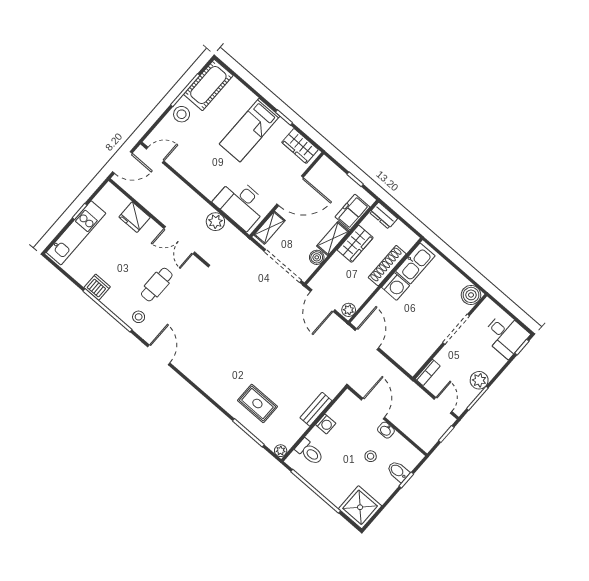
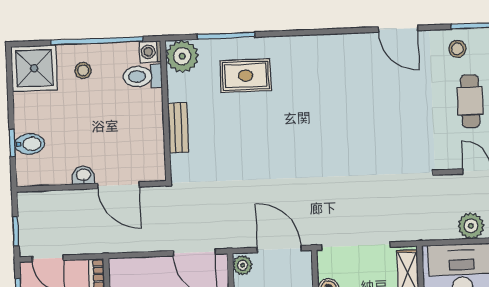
washing machine: (326, 424) -> (150, 52), moved
plant: (281, 451) -> (182, 56), width x1.88, depth x1.88
stool: (371, 456) -> (83, 70), moved

